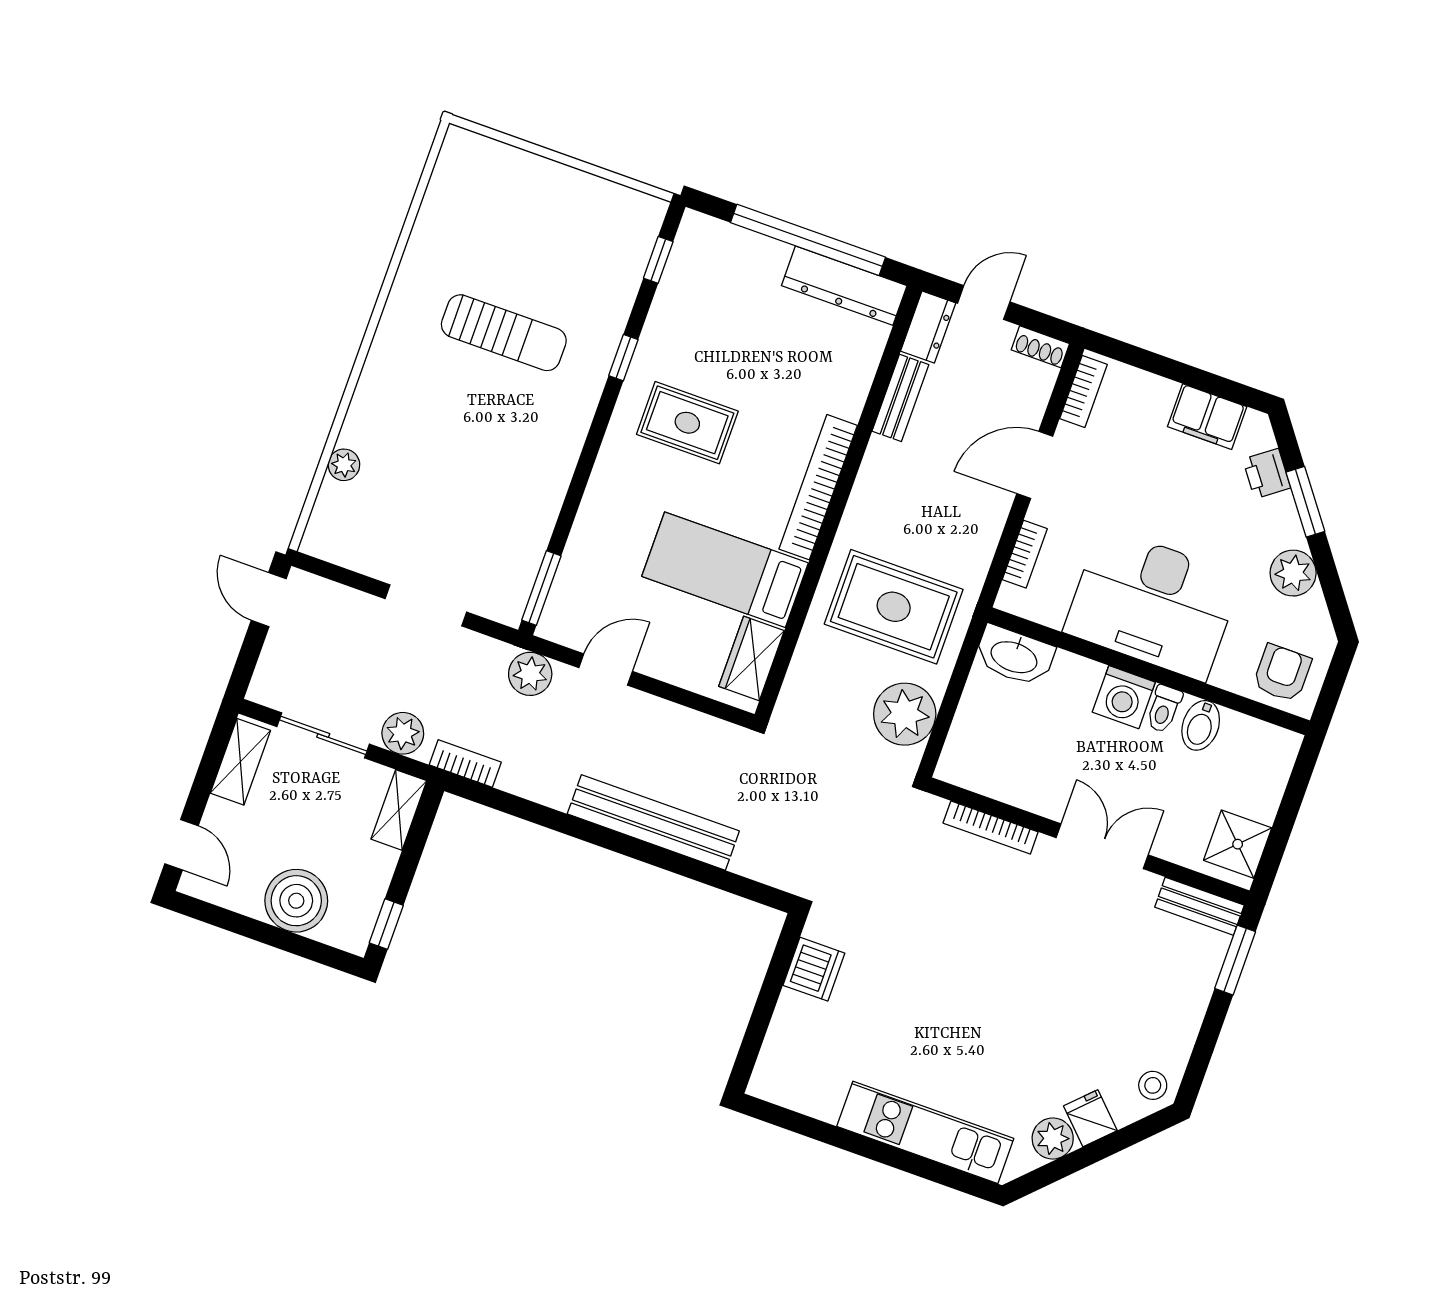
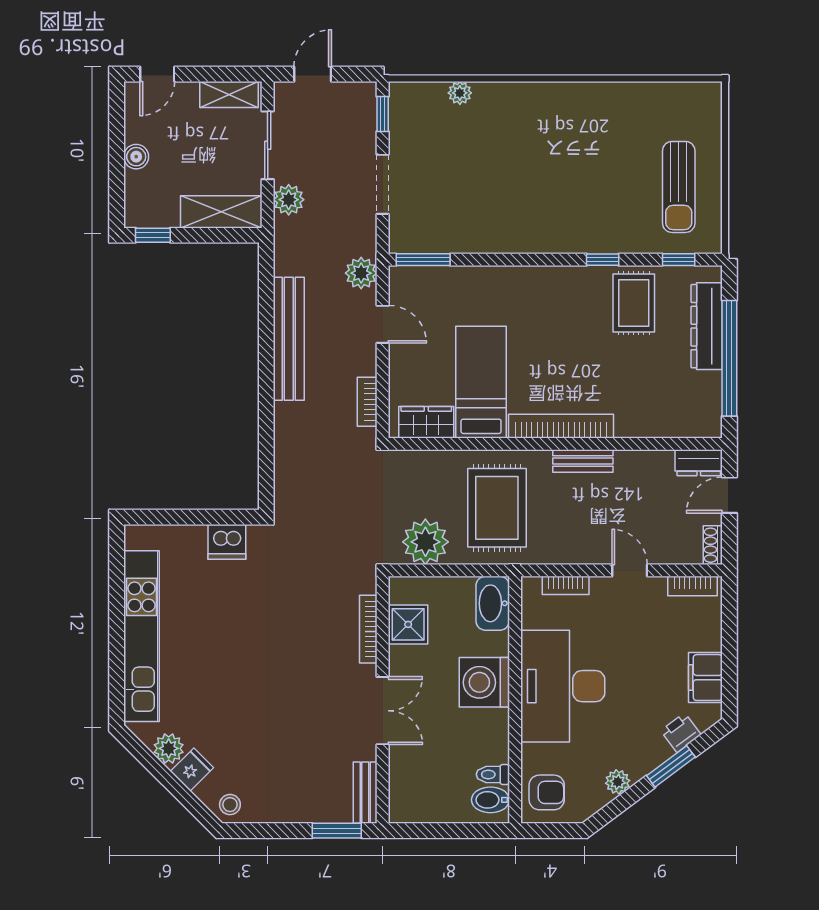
dresser: (844, 286) -> (707, 326), moved
door: (984, 303) -> (729, 495), swing flipped
sun lounger: (504, 333) -> (679, 187), moved
bench: (900, 398) -> (583, 461), moved
rug: (687, 423) -> (634, 303), moved
door: (1035, 465) -> (630, 570), width x0.73
window: (336, 573) -> (383, 114), added
plant: (1293, 573) -> (618, 782), width x0.73, depth x0.73
door: (269, 600) -> (313, 74), moved
washing machine: (1124, 697) -> (484, 682), width x1.37, depth x1.37
toilet: (1164, 709) -> (493, 774), moved
bidet: (1201, 725) -> (490, 800), moved
bookcase: (465, 763) -> (367, 402), moved, turned 180
shelving: (399, 810) -> (221, 212), width x1.50, depth x1.33
bench: (653, 822) -> (289, 339), moved
shower: (1238, 844) -> (408, 624), moved
boiler: (296, 901) -> (136, 157), width x0.54, depth x0.54
kitchen unit: (925, 1132) -> (142, 636), width x1.36

